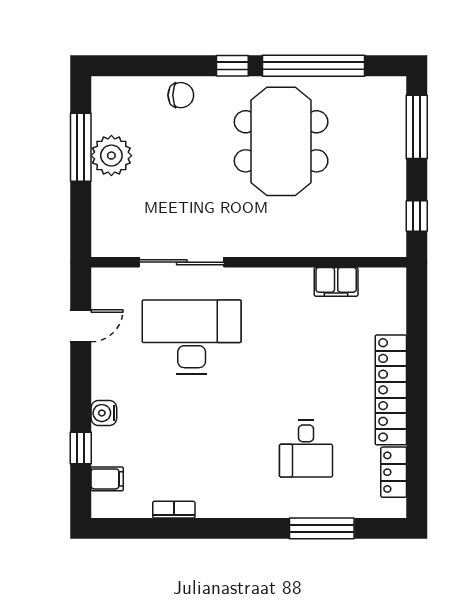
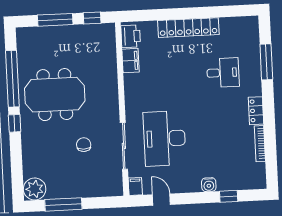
chair: (181, 95) -> (84, 145), moved
window: (417, 127) -> (55, 20), moved
plant: (111, 156) -> (35, 189), moved
printer: (380, 284) -> (131, 36), added
locker: (394, 472) -> (256, 111), moved, turned 90
filing cabinet: (107, 479) -> (135, 186), moved
bookcase: (174, 510) -> (260, 144), width x1.56

